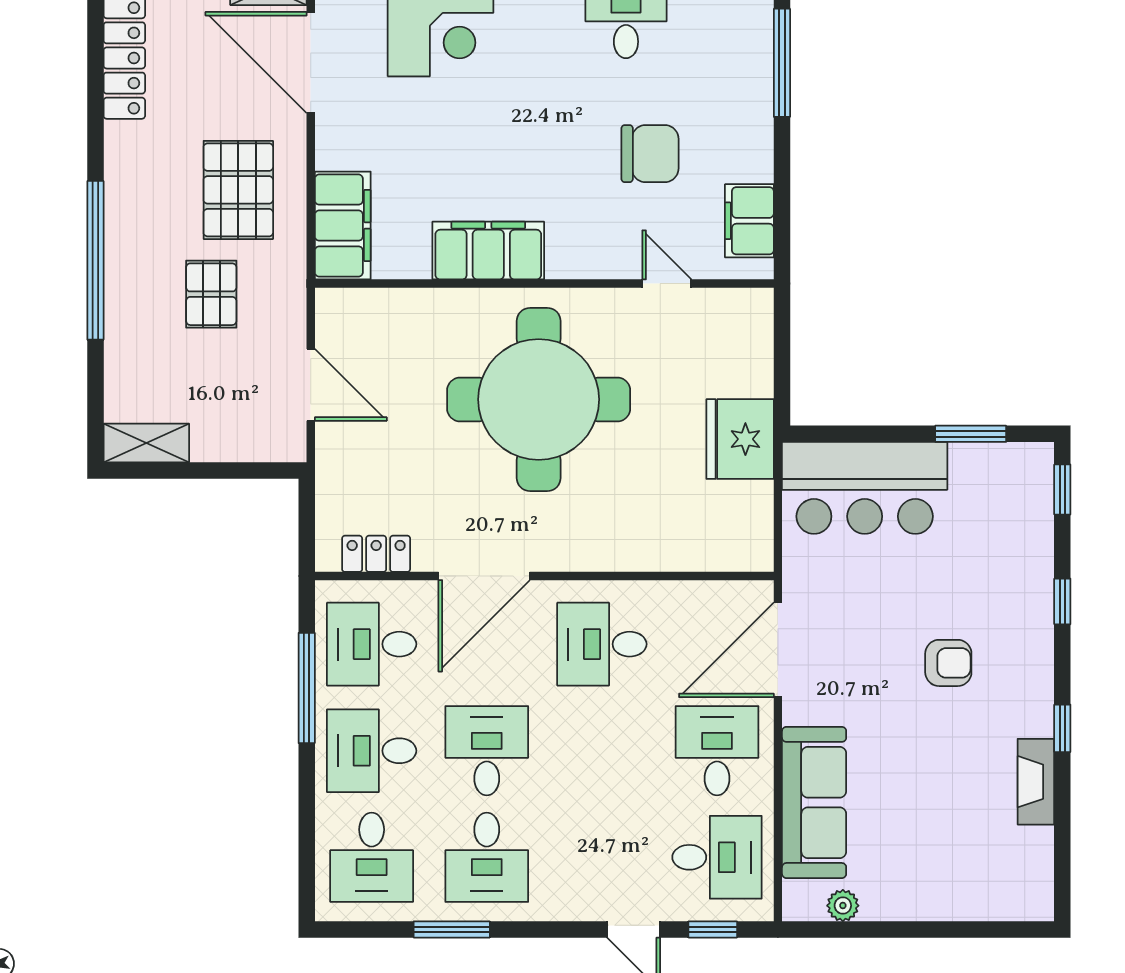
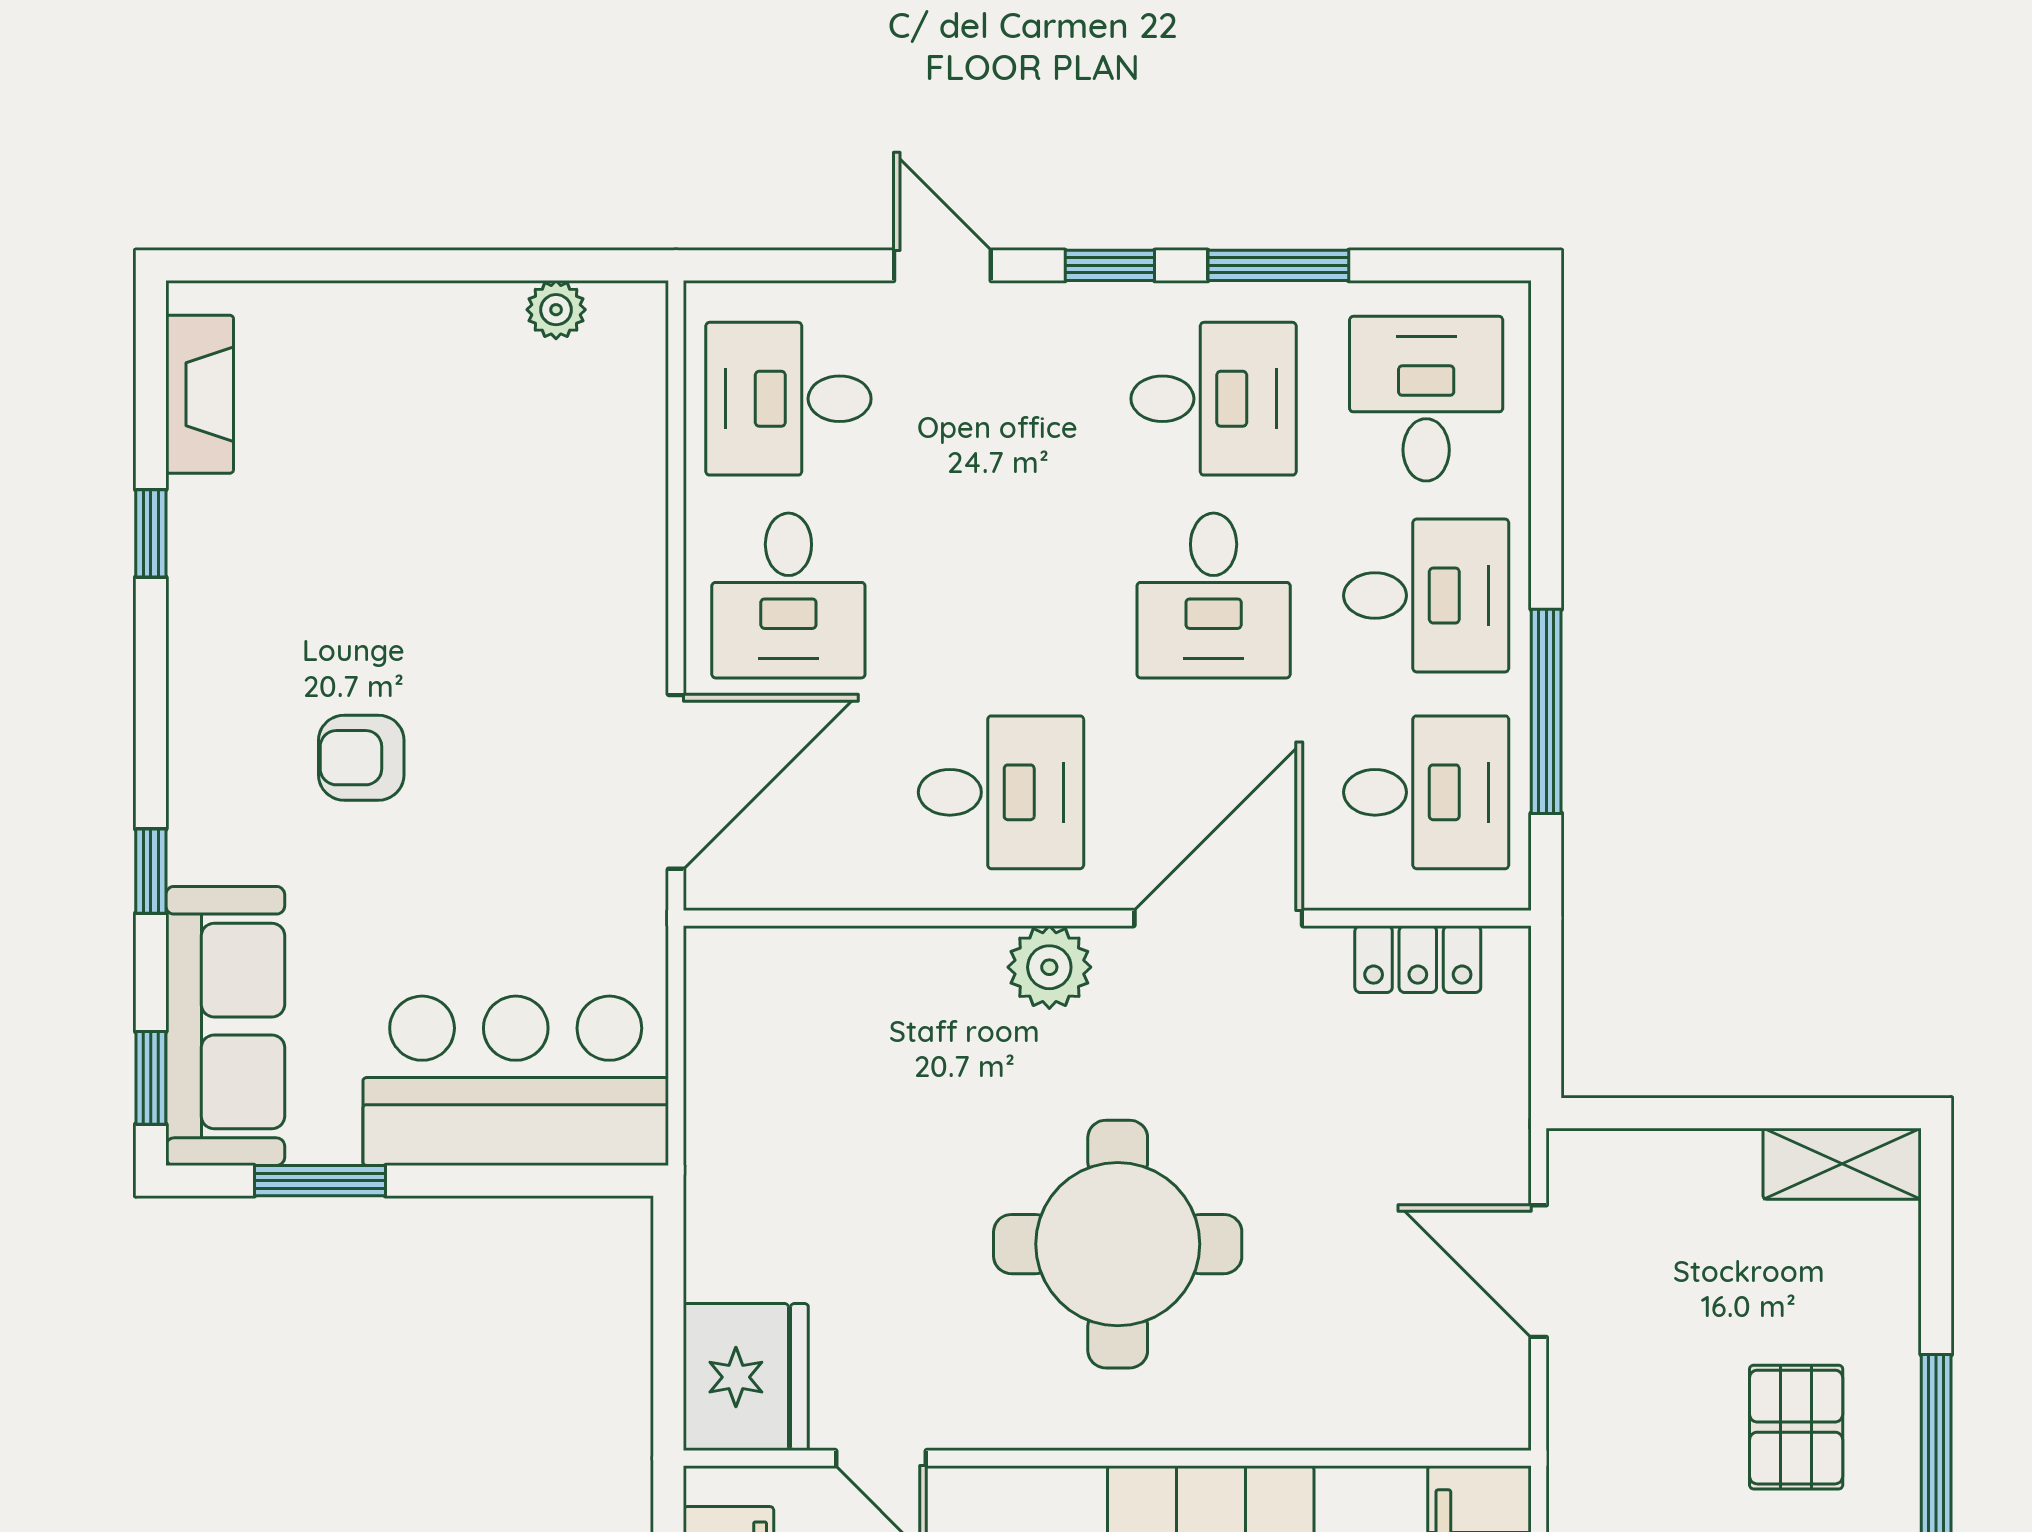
pallet: (211, 294) -> (1796, 1427), moved
round table: (539, 399) -> (1118, 1244), width x0.73, depth x0.73
fridge: (740, 439) -> (746, 1377), moved
plant: (576, 549) -> (1049, 967), added
window: (1062, 728) -> (151, 533), moved
fireplace: (1036, 782) -> (200, 394), moved
sofa: (814, 802) -> (225, 1026), moved, turned 180
desk: (487, 857) -> (1214, 399), turned 90
window: (713, 929) -> (1110, 265), moved

